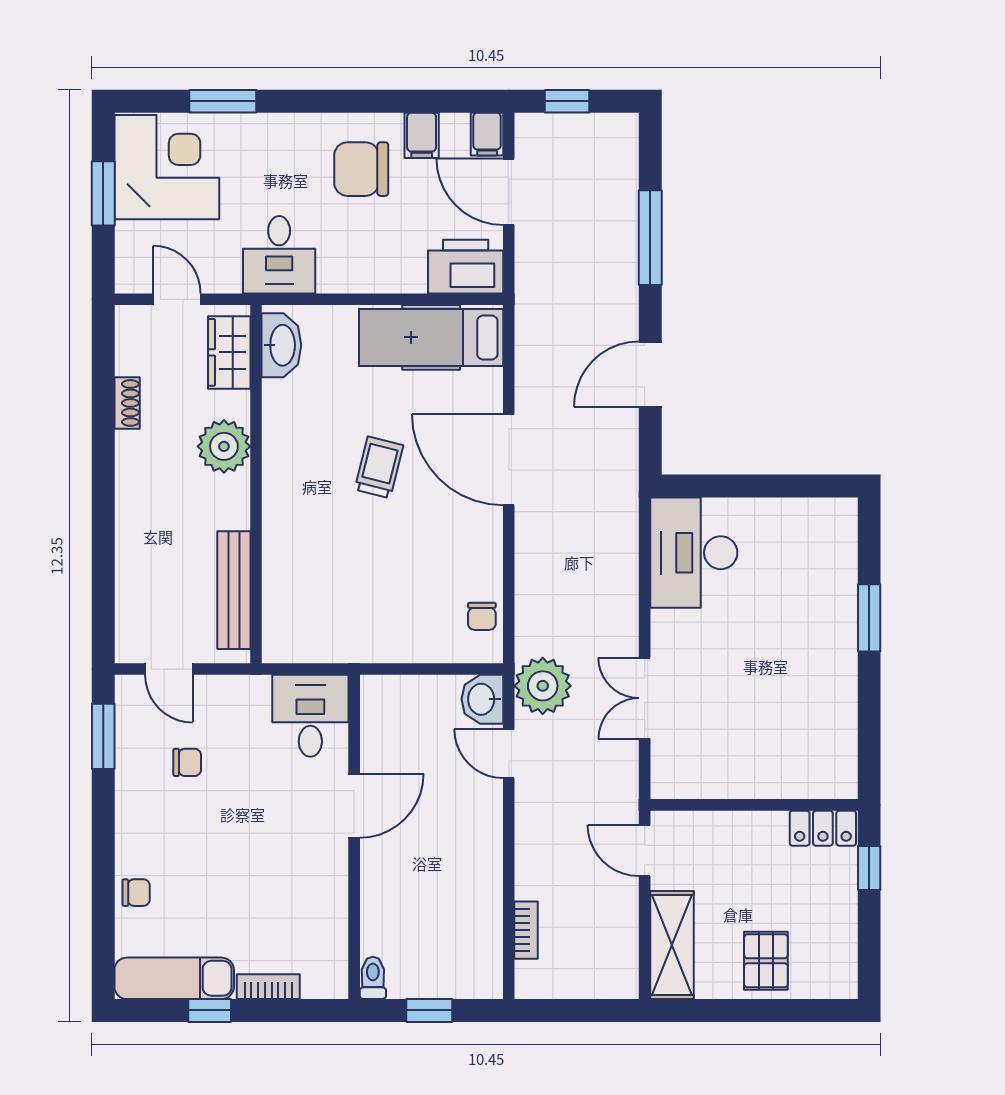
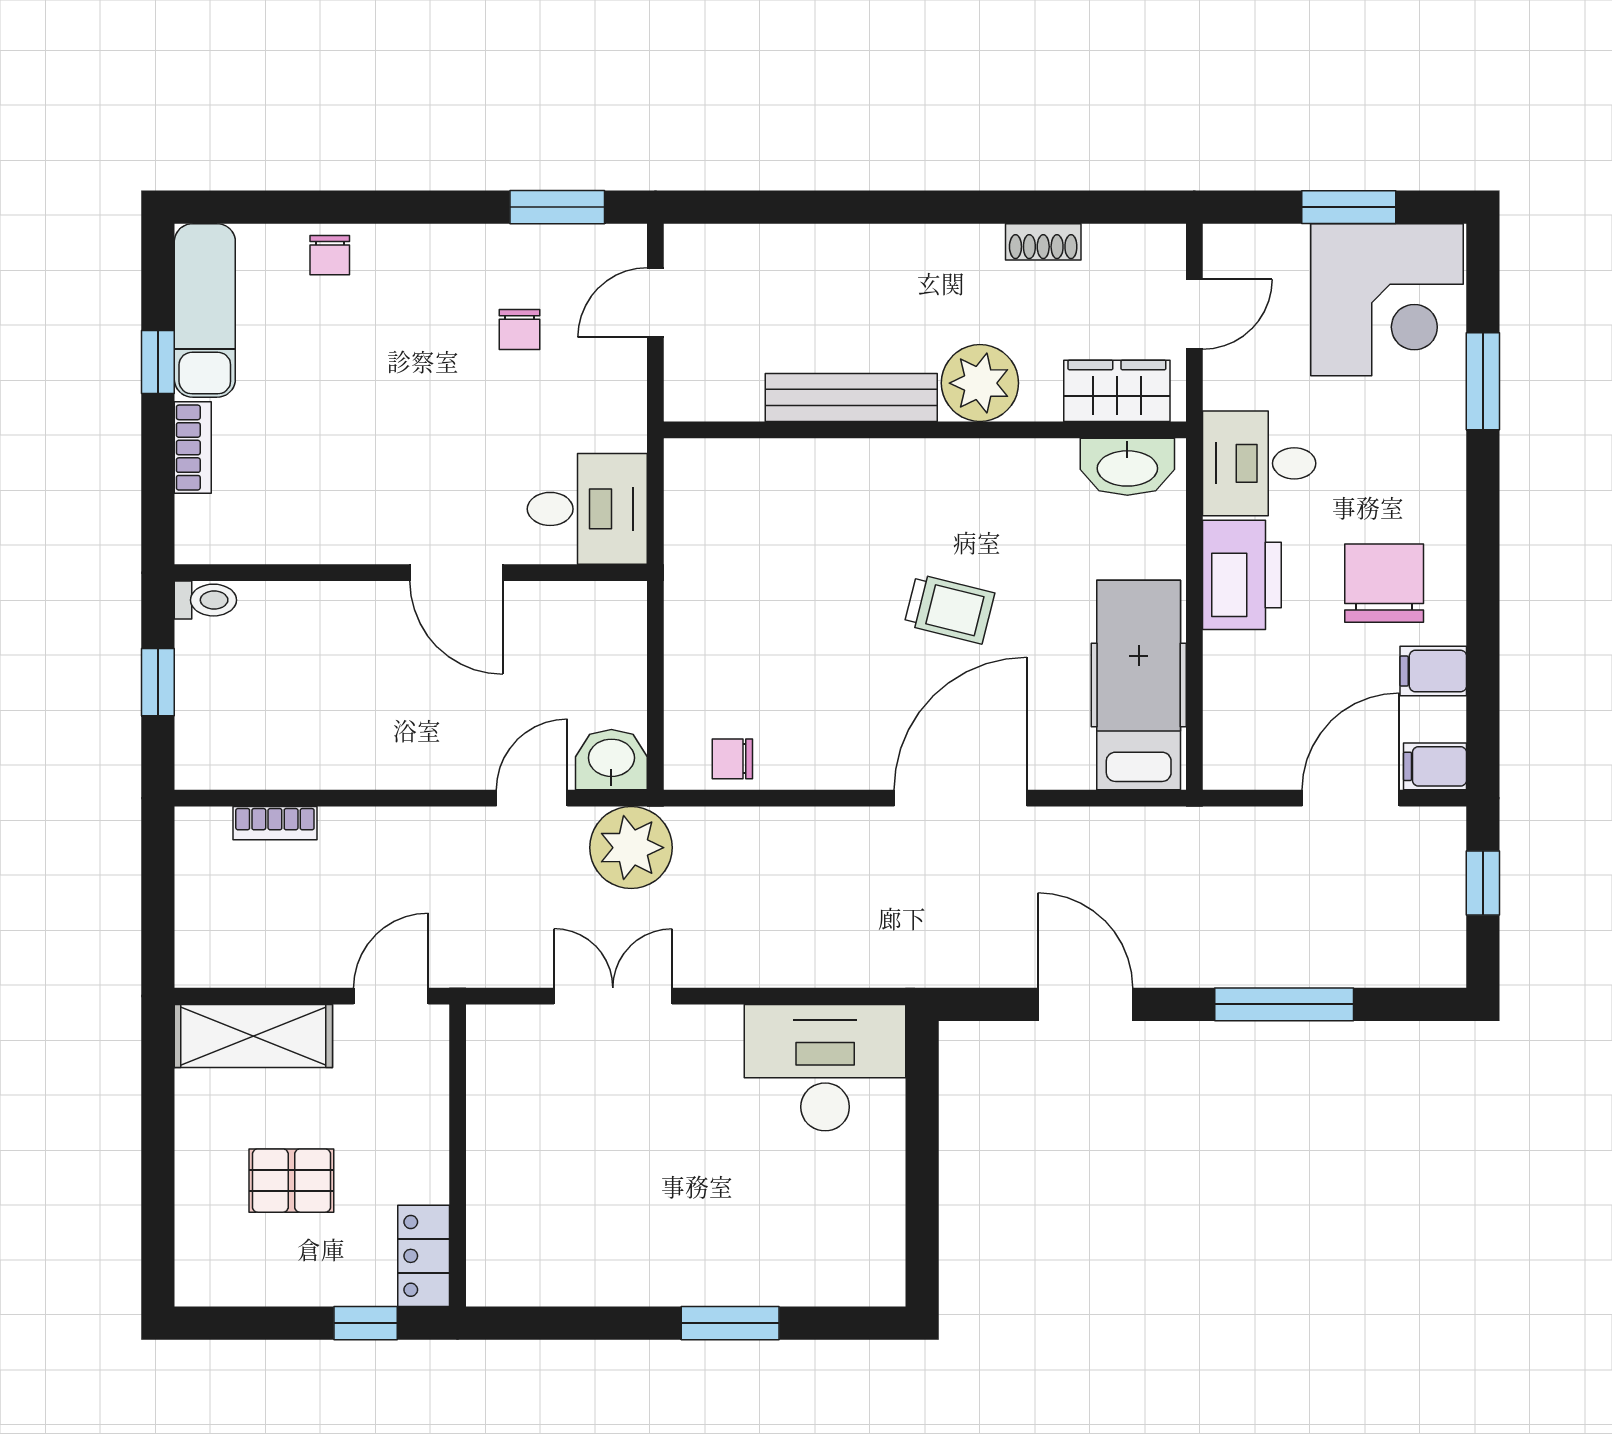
printer: (466, 267) -> (1242, 575), moved
bench: (234, 590) -> (851, 397), moved
pallet: (766, 961) -> (291, 1181), moved

